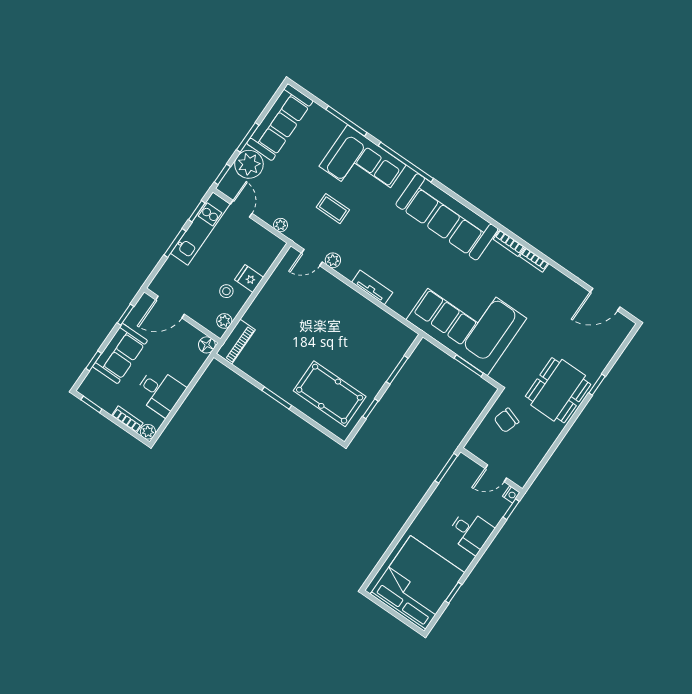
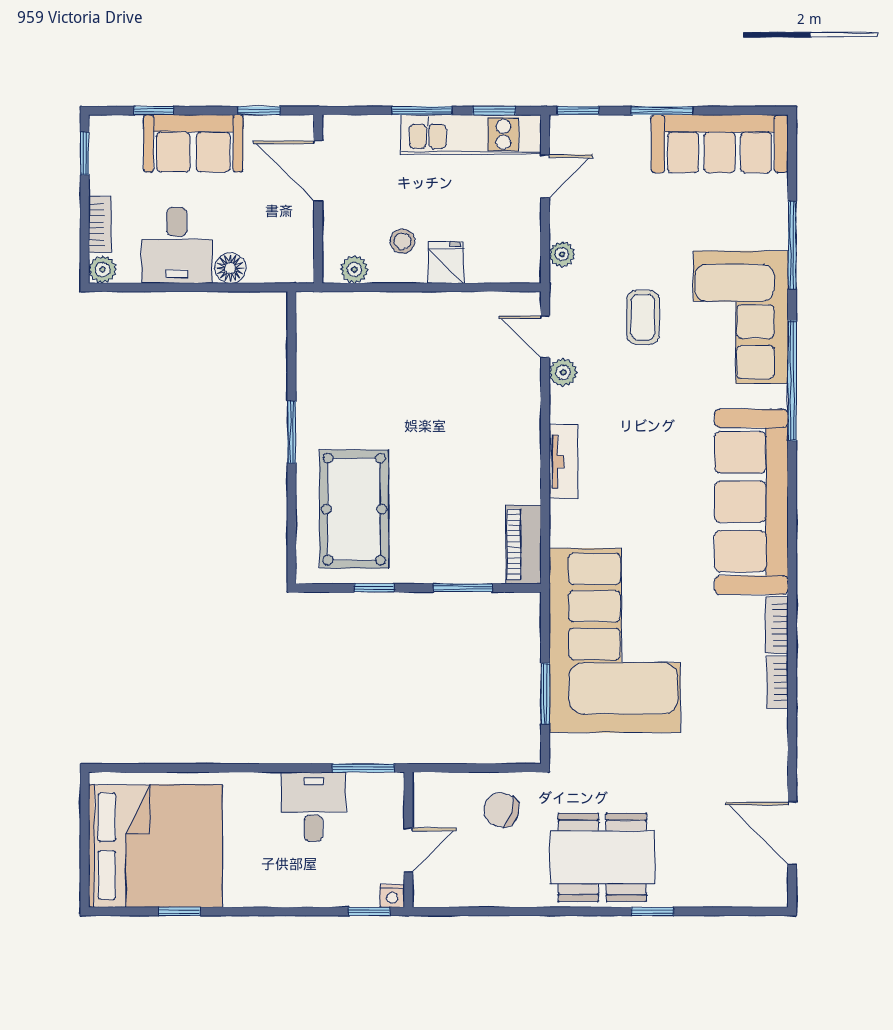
plant: (249, 164) -> (622, 141), removed
piano: (236, 342) -> (524, 544), moved, turned 90
floor lamp: (207, 345) -> (230, 268), moved
door: (496, 473) -> (408, 850), swing flipped
desk: (470, 532) -> (313, 807), moved, turned 180

